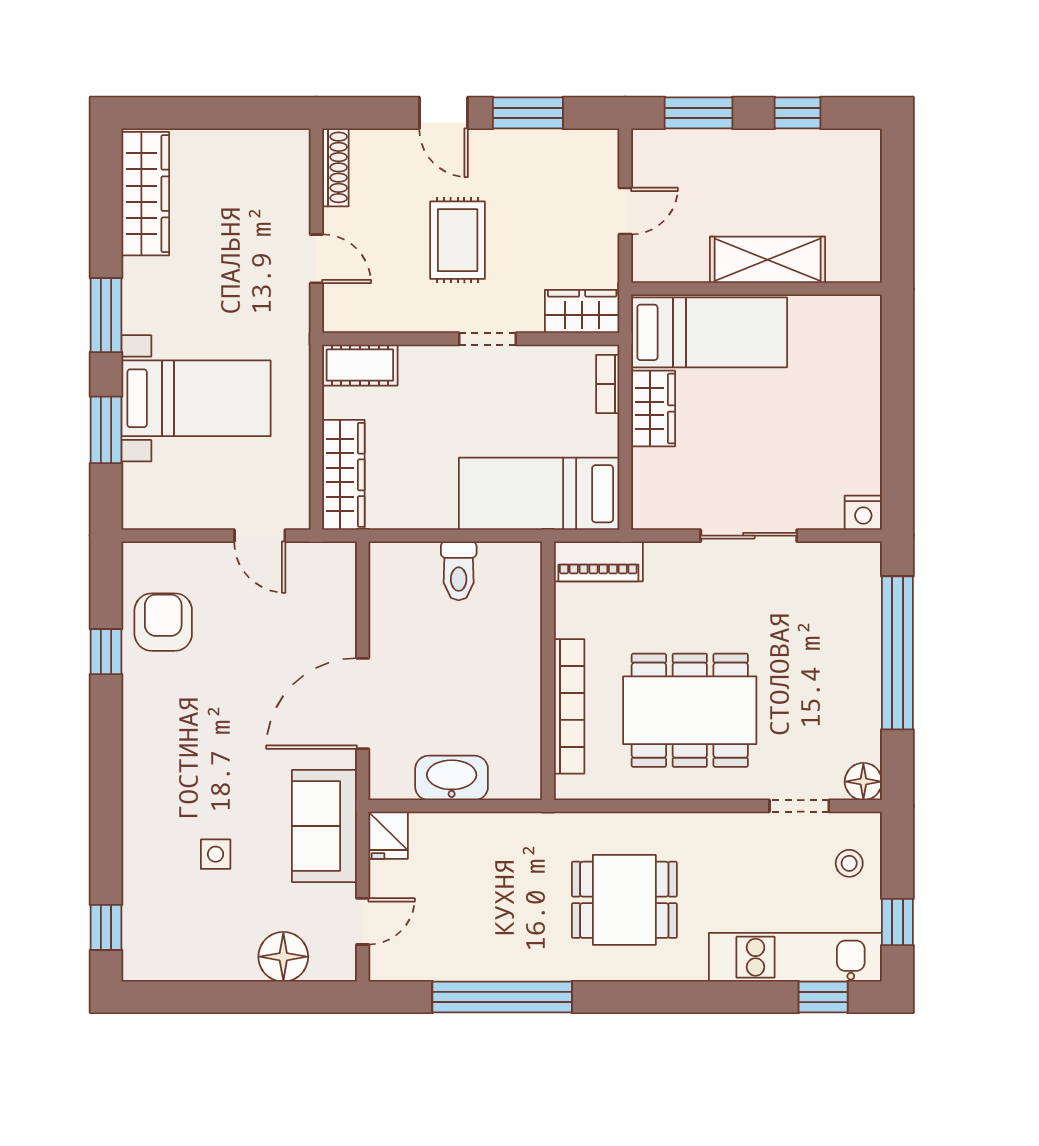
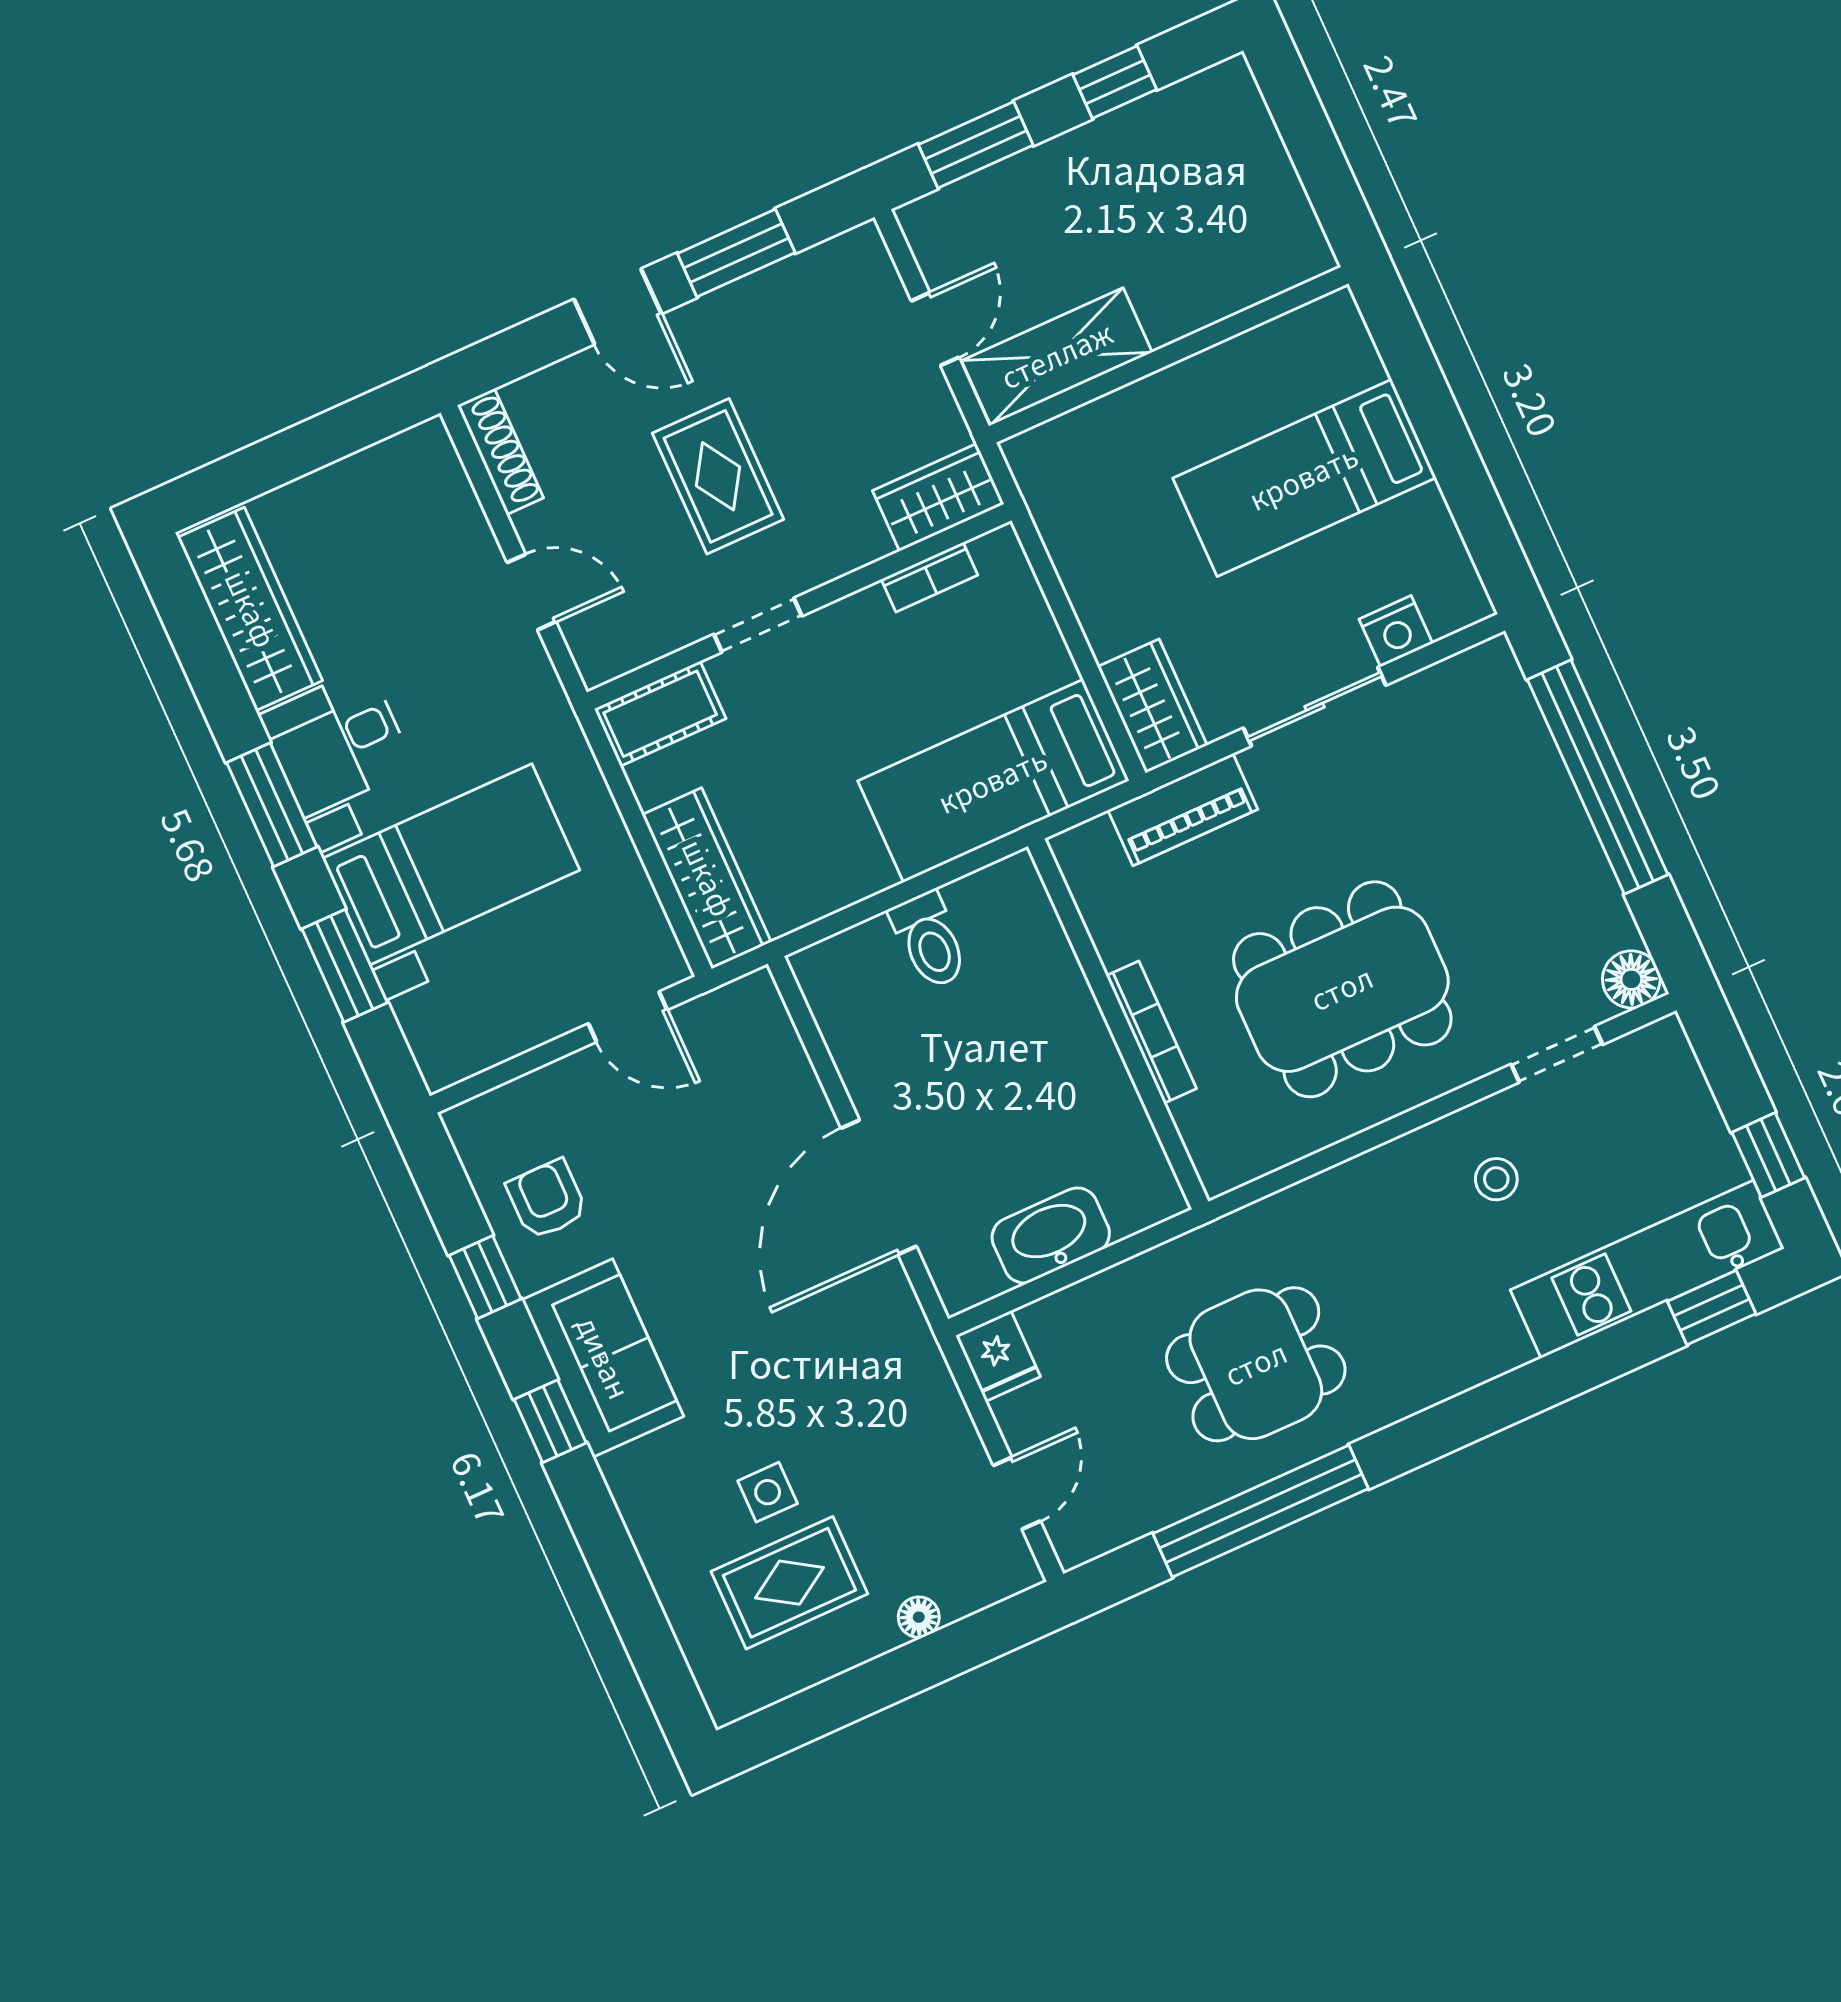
shelving: (768, 260) -> (1057, 356), moved
desk: (161, 295) -> (337, 742), added
bed: (709, 332) -> (1304, 478), moved, turned 180
doorway: (487, 339) -> (758, 625), moved
bookcase: (608, 384) -> (930, 577), moved, turned -90
wardrobe: (653, 408) -> (1152, 706), moved
nightstand: (863, 513) -> (1396, 631), moved
piano: (598, 561) -> (1183, 810), moved
armchair: (163, 622) -> (547, 1199), width x0.72, depth x0.72
bookcase: (569, 706) -> (1151, 1032), width x0.68, depth x0.76
sofa: (324, 826) -> (603, 1358), moved, turned 180
stool: (849, 863) -> (1496, 1179), moved
dining table: (624, 900) -> (1256, 1364), moved
rug: (204, 914) -> (789, 1583), added
window: (106, 927) -> (550, 1421), moved
floor lamp: (283, 957) -> (919, 1617), width x0.53, depth x0.53

